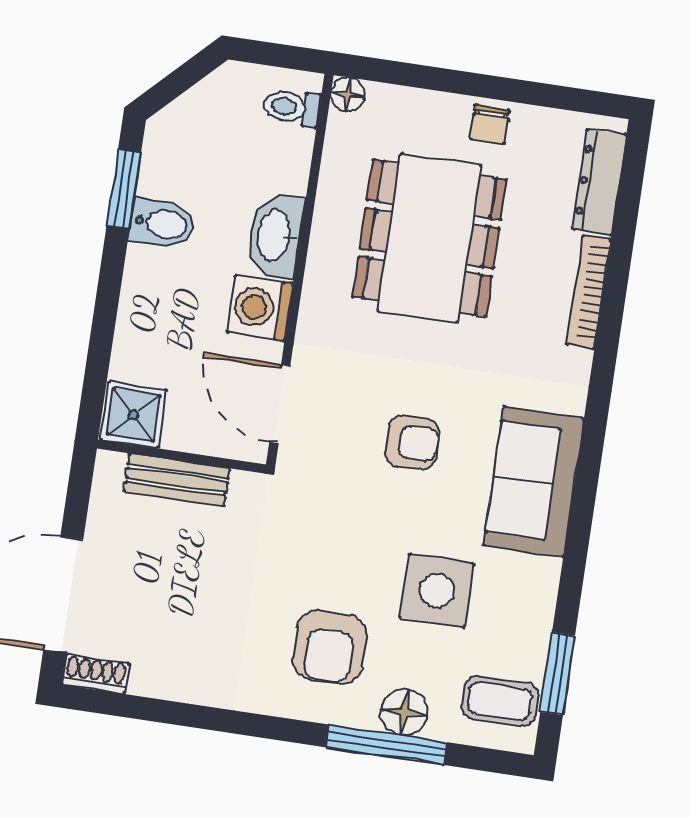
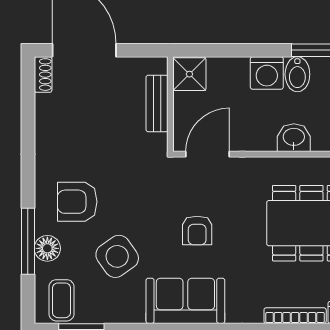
washbasin: (275, 236) -> (294, 138), width x0.72
washing machine: (260, 308) -> (267, 73), moved, turned 180
side table: (437, 591) -> (117, 256), turned -35

